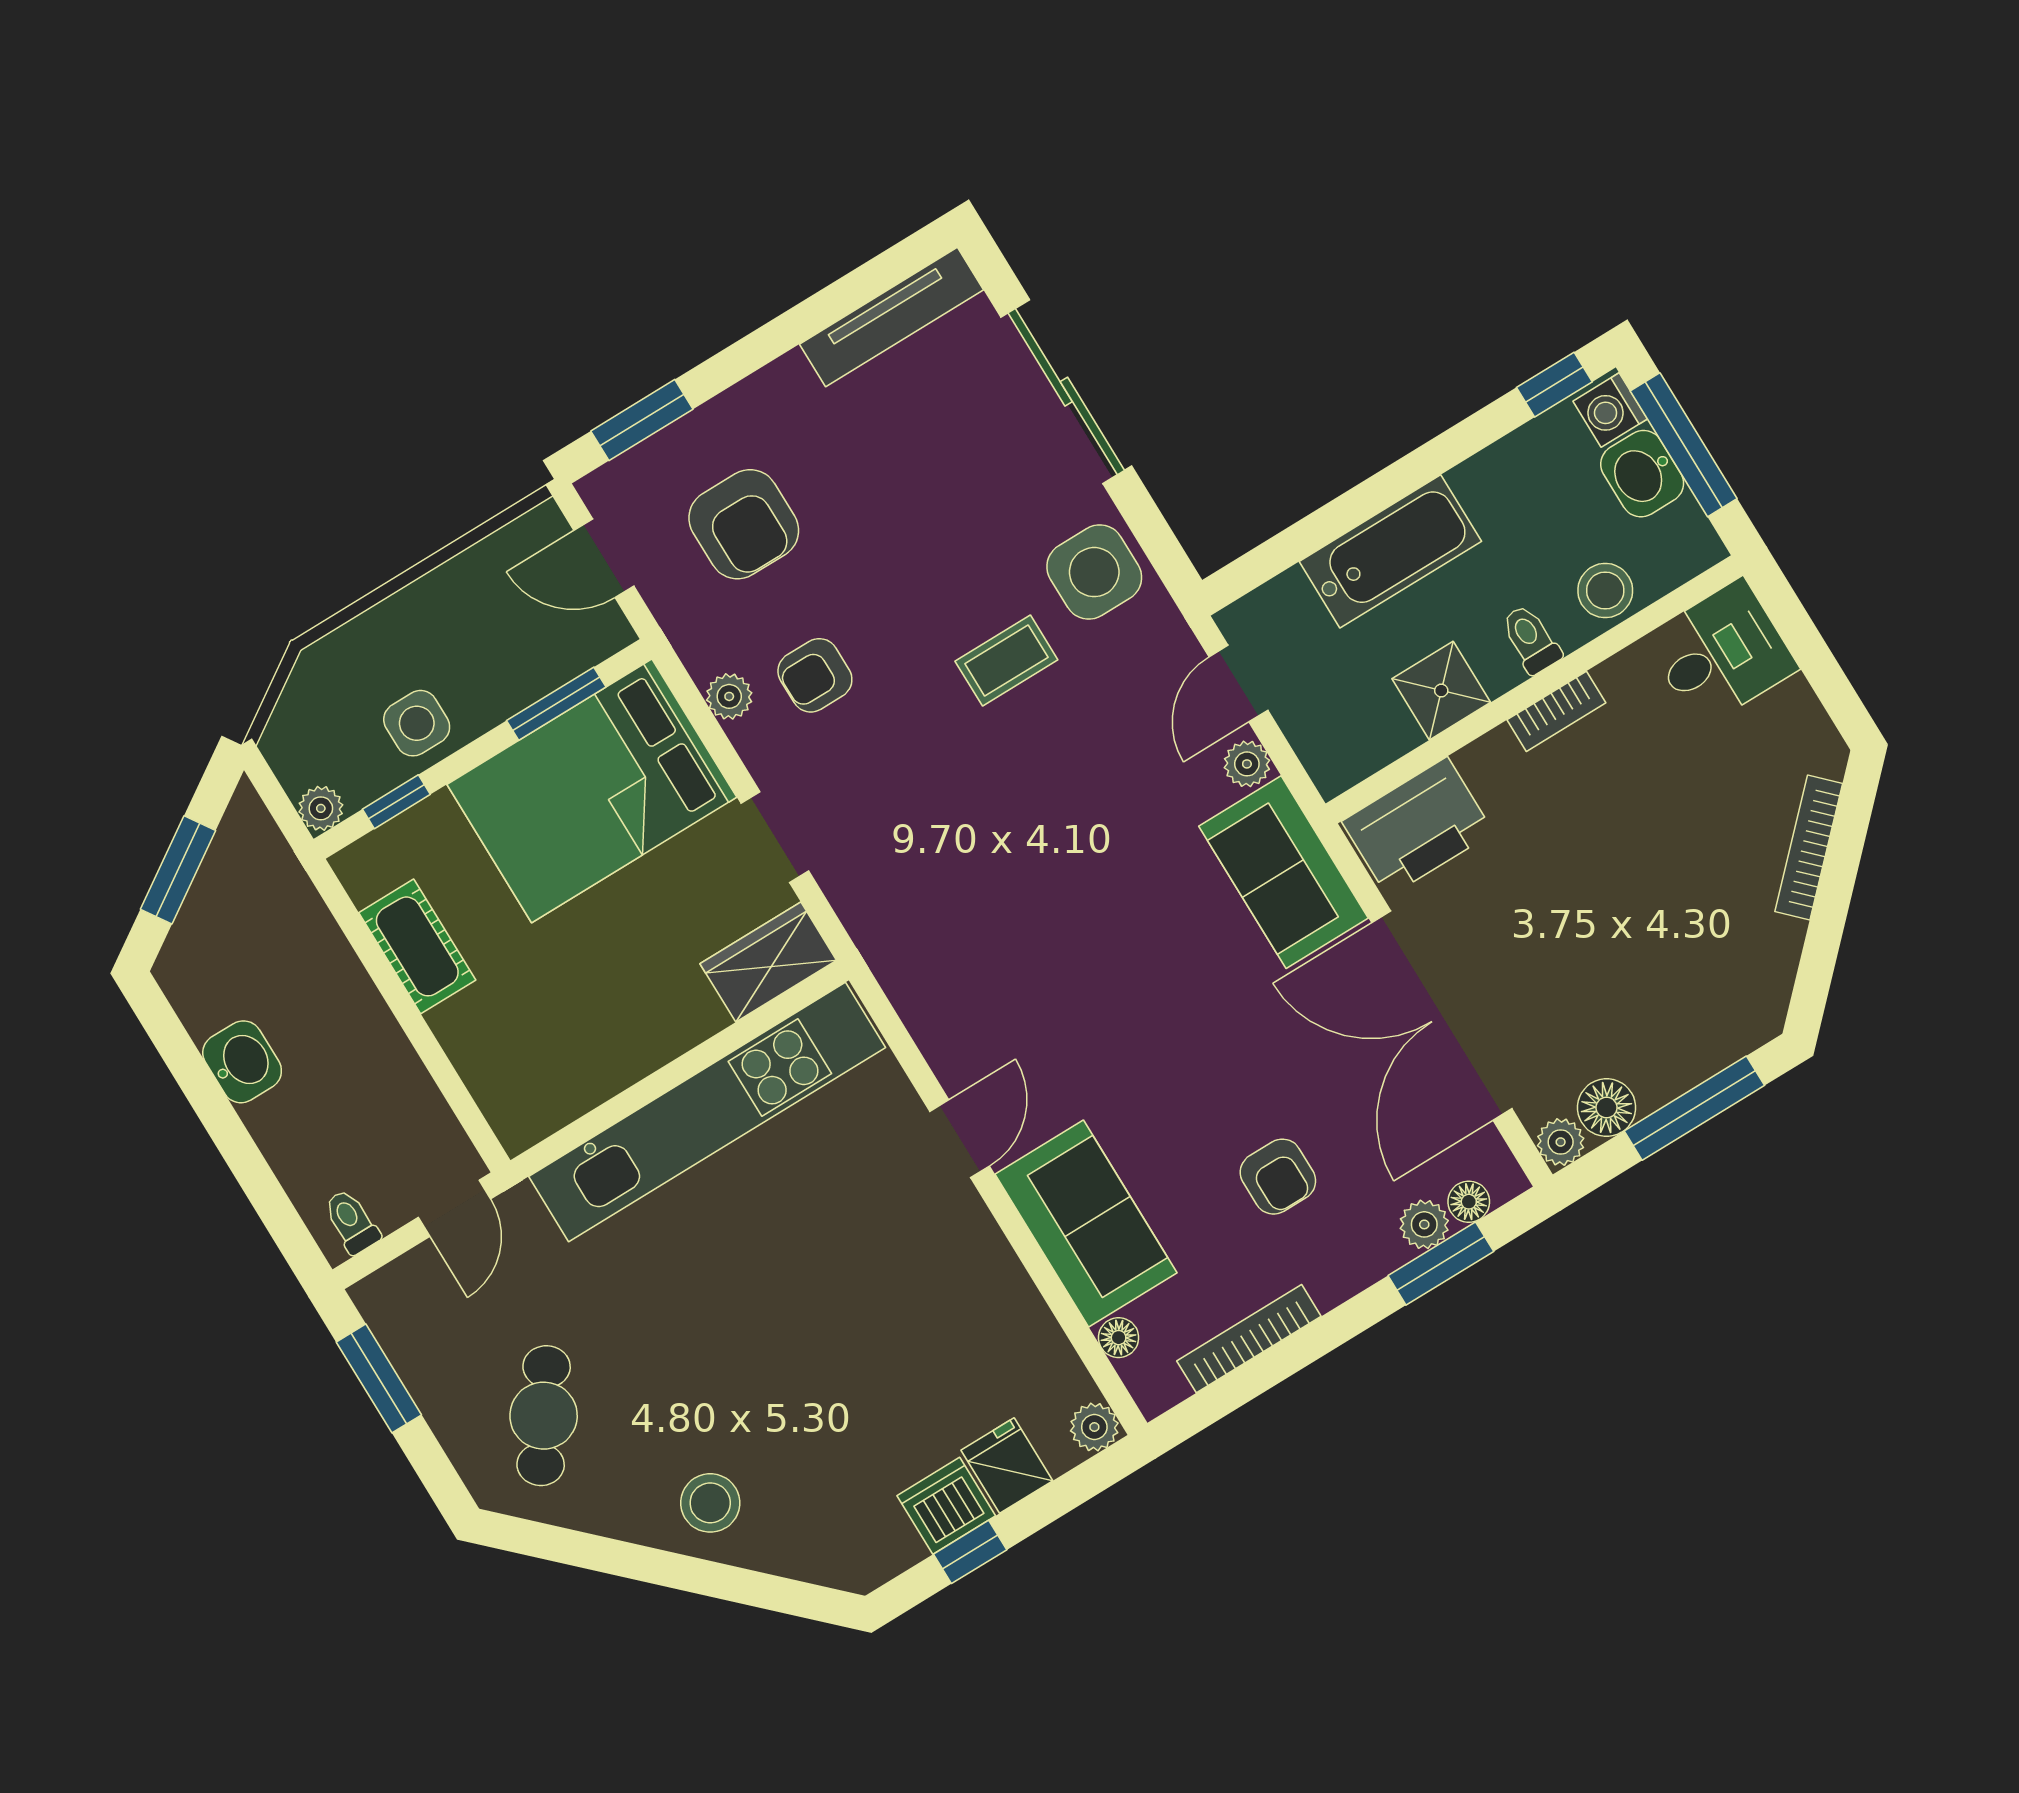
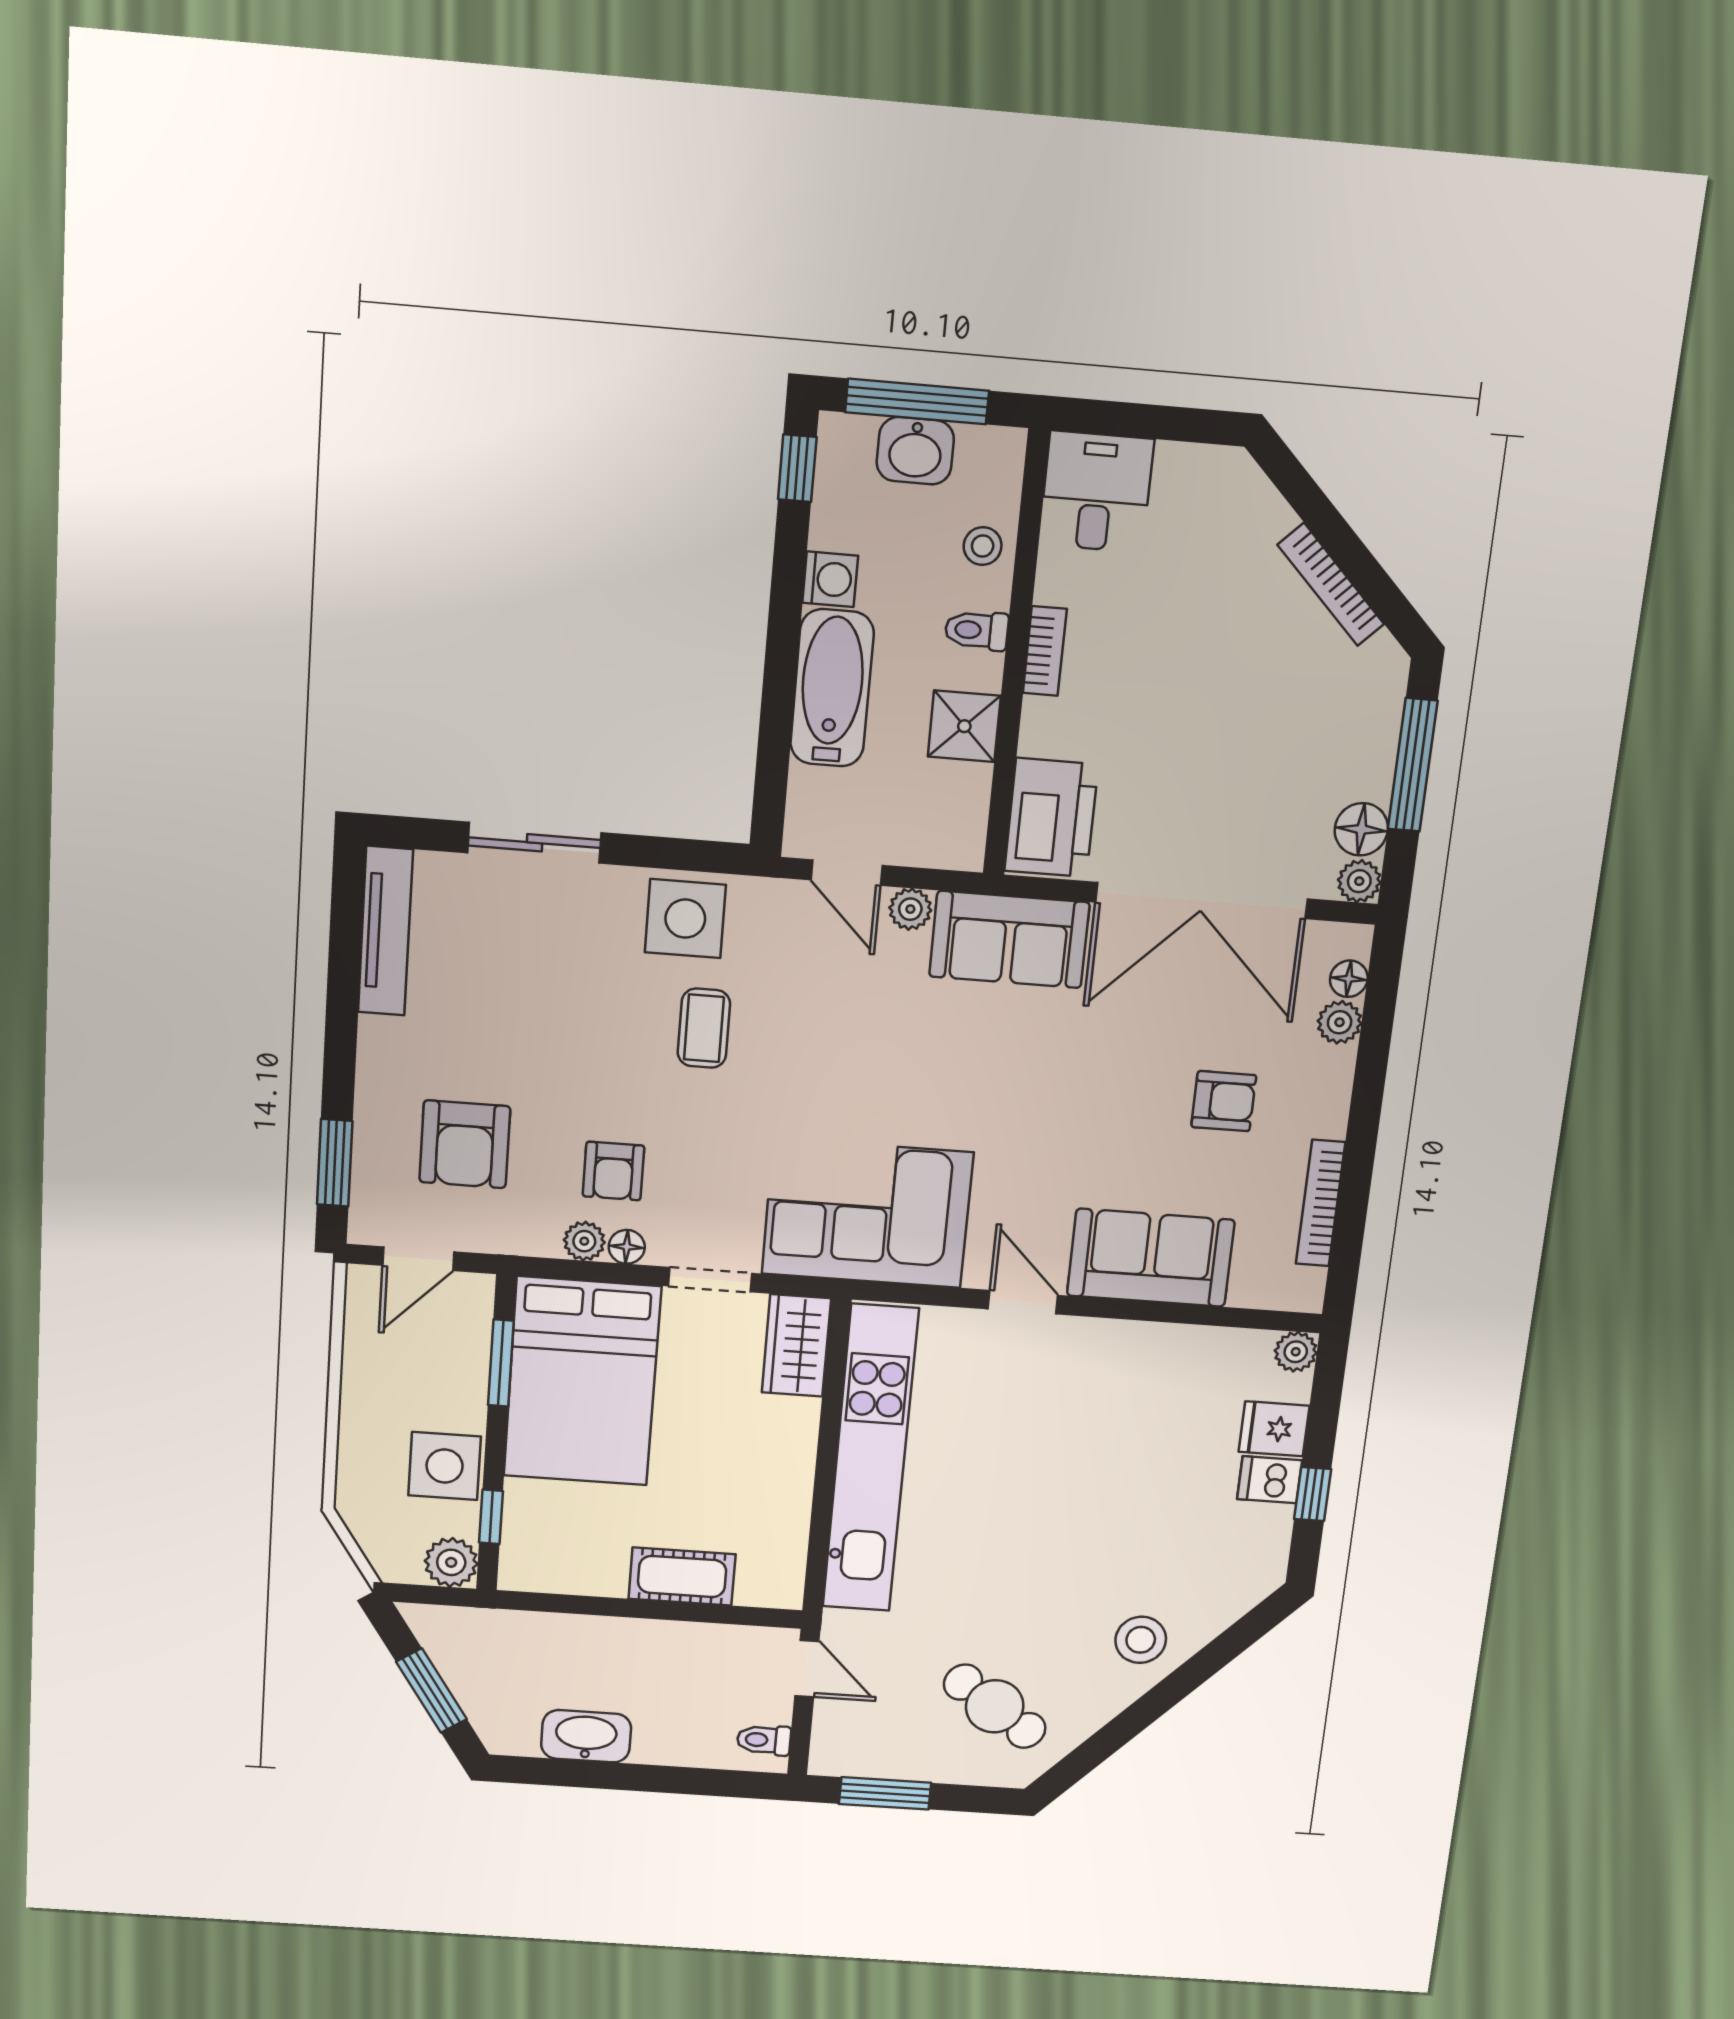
sliding door: (1066, 392) -> (534, 843), width x0.73
washing machine: (1610, 410) -> (830, 579), moved, turned -90
armchair: (744, 524) -> (465, 1144), turned 90
stool: (1605, 591) -> (983, 546), width x0.73, depth x0.73
side table: (417, 723) -> (445, 1466), width x1.37, depth x1.37
plant: (321, 808) -> (451, 1562), width x1.38, depth x1.38
bookcase: (1809, 848) -> (1331, 584), moved
corner sofa: (941, 933) -> (867, 1213), added
cot: (417, 946) -> (682, 1576), moved
washbasin: (242, 1062) -> (586, 1736), width x1.38
window: (1441, 1263) -> (1376, 1031), removed
floor lamp: (1119, 1338) -> (627, 1247), moved
dishwasher: (946, 1506) -> (1270, 1480), width x0.73

